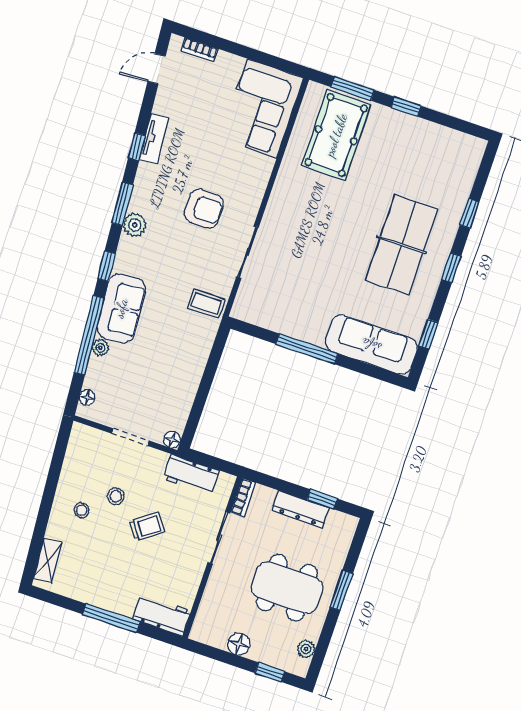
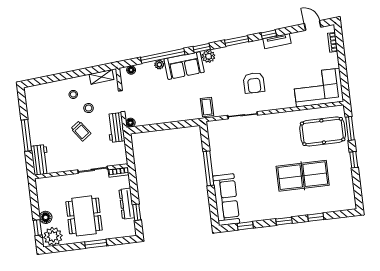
plant: (135, 225) -> (209, 56), moved
table tennis table: (402, 245) -> (303, 176), moved
workbench: (191, 475) -> (116, 128), moved
shelving: (48, 561) -> (102, 77), moved
floor lamp: (239, 644) -> (46, 217), moved
plant: (306, 649) -> (53, 236), width x1.88, depth x1.88

